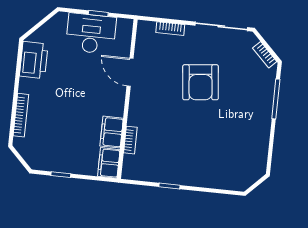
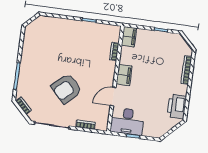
desk: (91, 34) -> (127, 121), moved
door: (130, 72) -> (113, 97), swing flipped
armchair: (201, 82) -> (67, 89), turned -127
filing cabinet: (112, 132) -> (124, 75), moved

